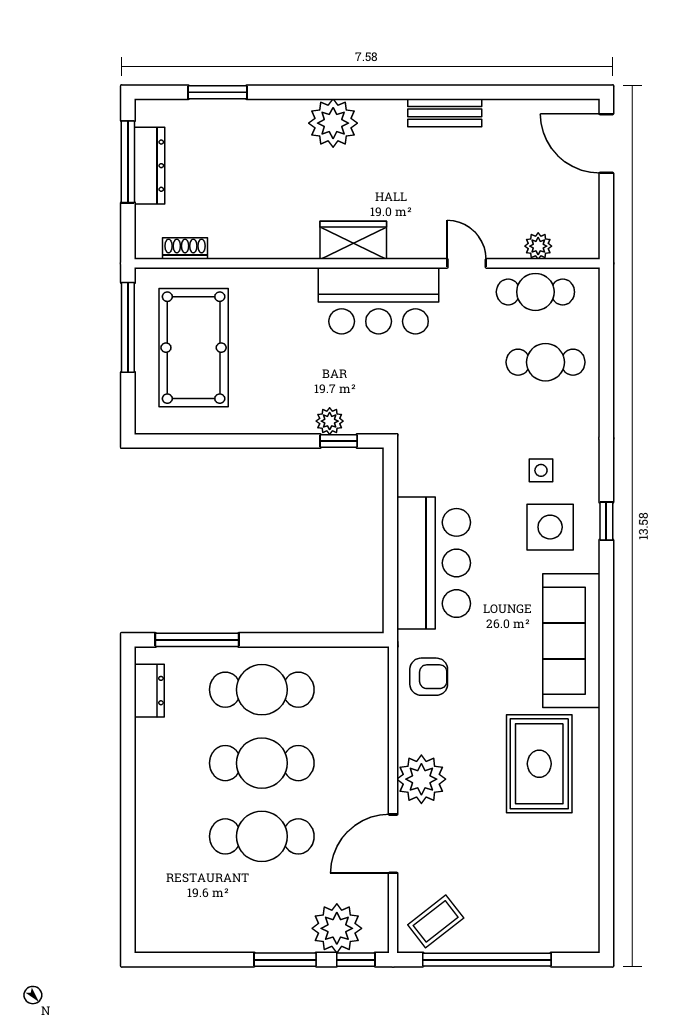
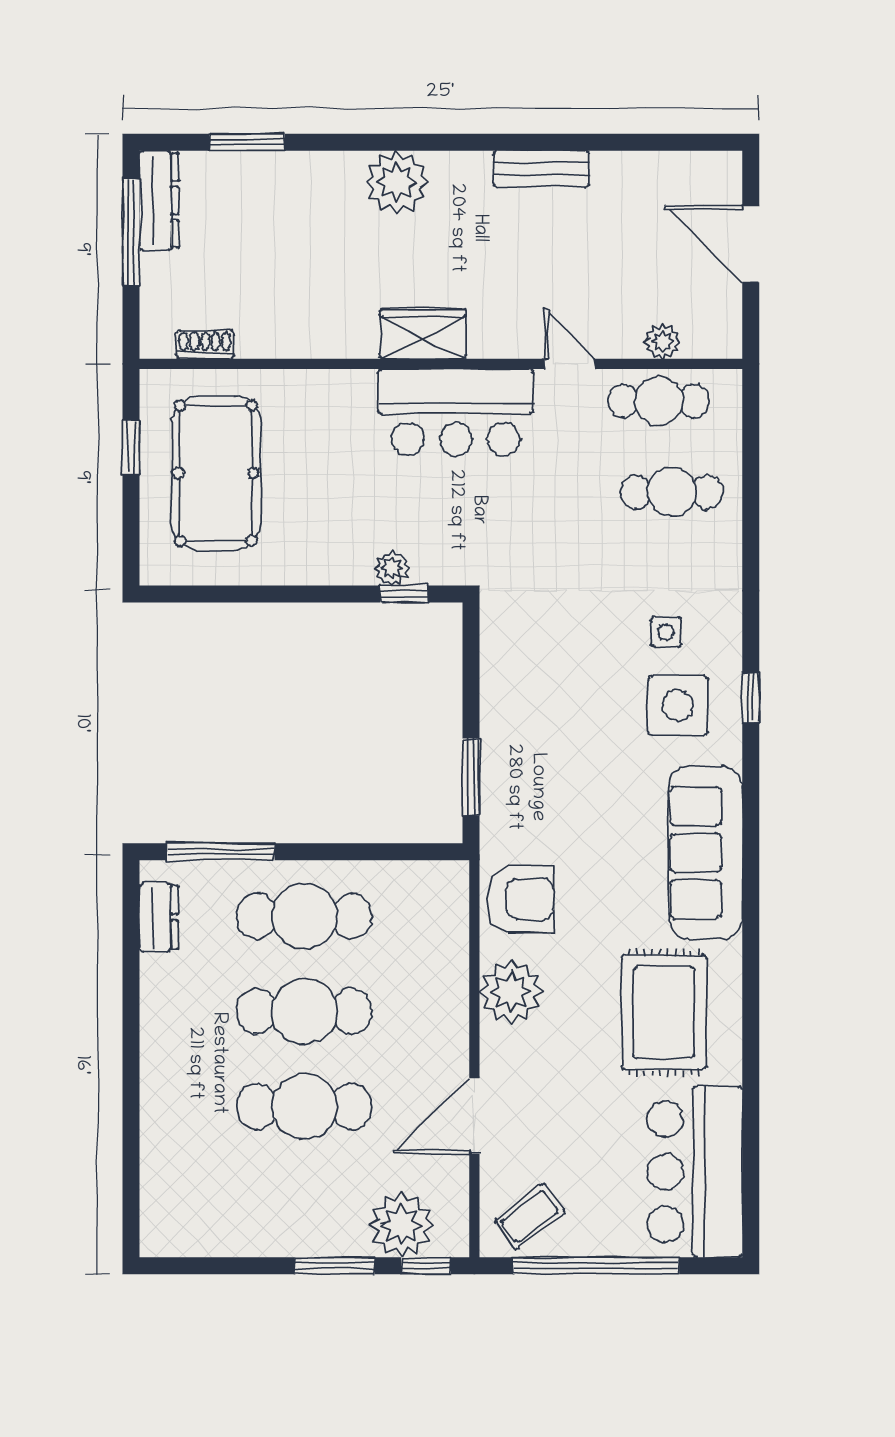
door: (606, 143) -> (751, 244), moved
dresser: (150, 166) -> (159, 201), moved
window: (128, 327) -> (131, 447), width x0.46
bar counter: (434, 563) -> (695, 1172), moved, turned 180
window: (390, 582) -> (471, 777), added
armchair: (429, 677) -> (521, 899), width x1.38, depth x1.38
plant: (421, 779) -> (511, 992), moved

